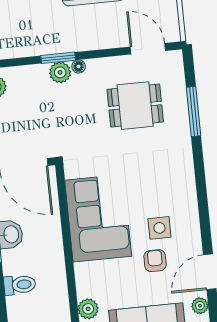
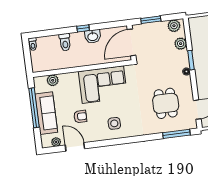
plant: (60, 72) -> (181, 44), moved
window: (193, 111) -> (176, 134), moved
side table: (159, 228) -> (114, 123), moved

